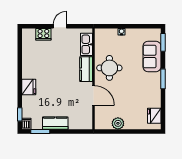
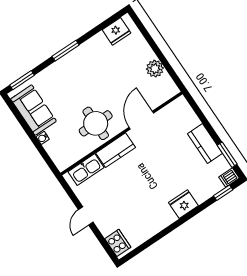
door: (60, 26) -> (86, 216), hinge flipped
cooker: (43, 34) -> (118, 243), moved
sofa: (152, 56) -> (33, 110), moved, turned -90

